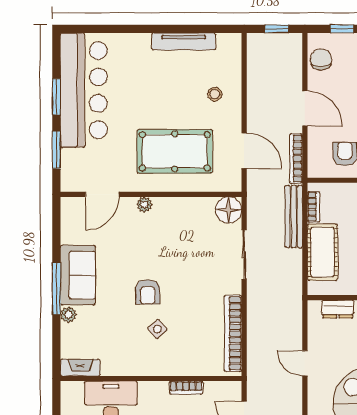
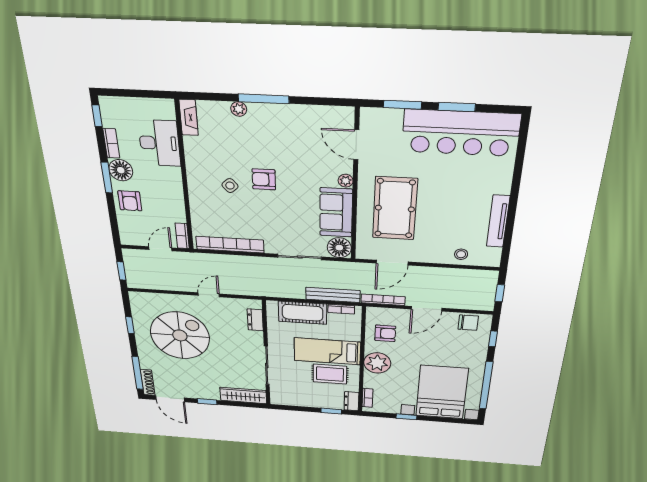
stool: (215, 94) -> (461, 254), moved
sofa: (78, 275) -> (336, 212), moved, turned 90
bookcase: (186, 388) -> (182, 236), moved

